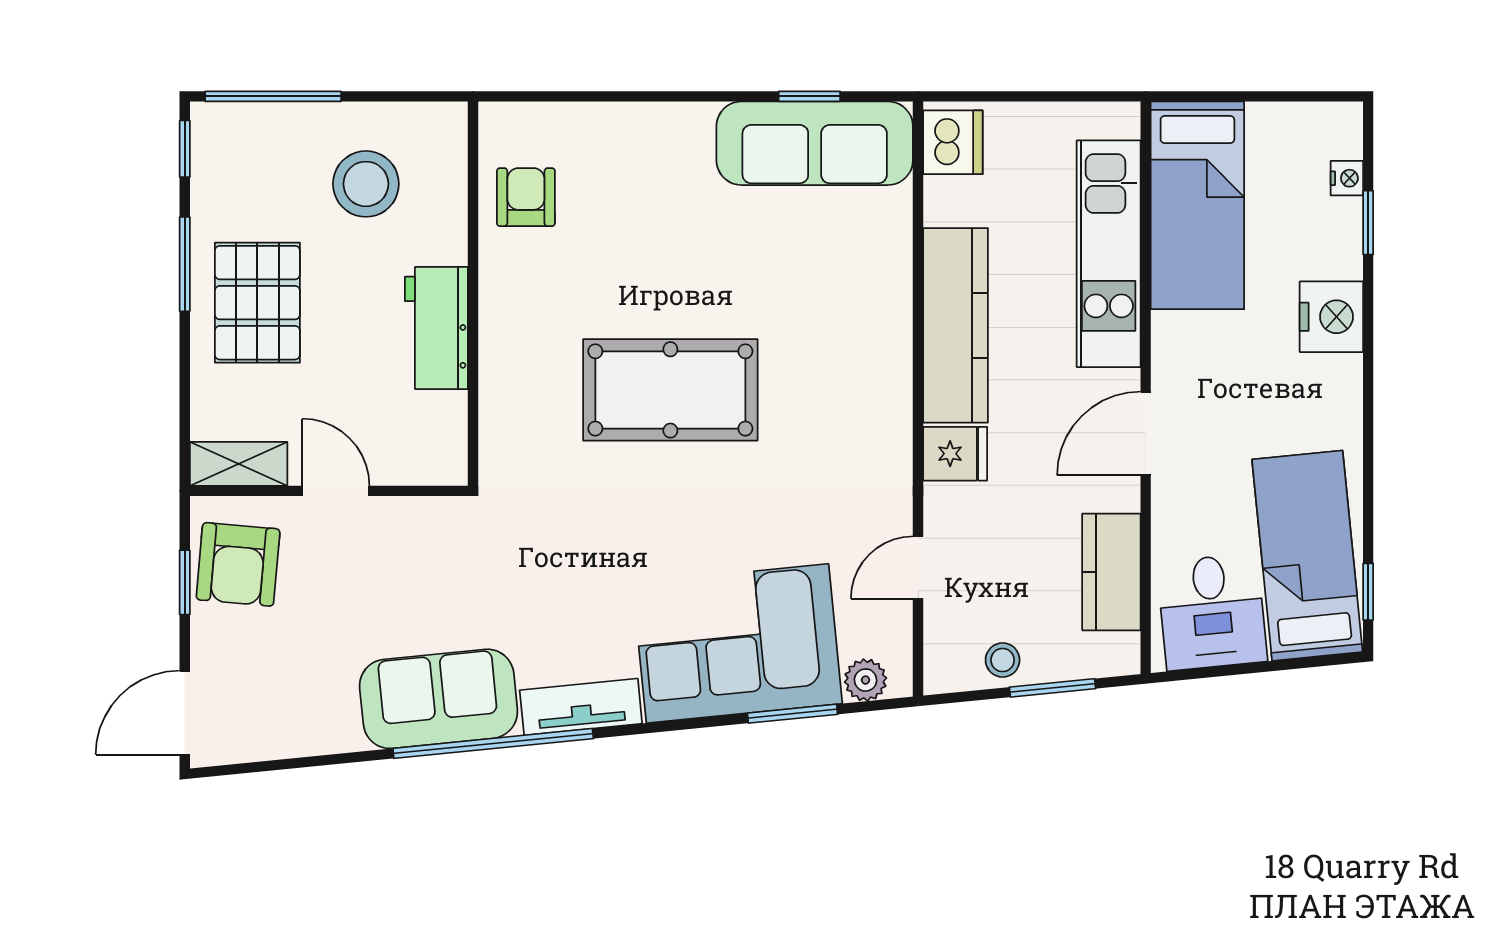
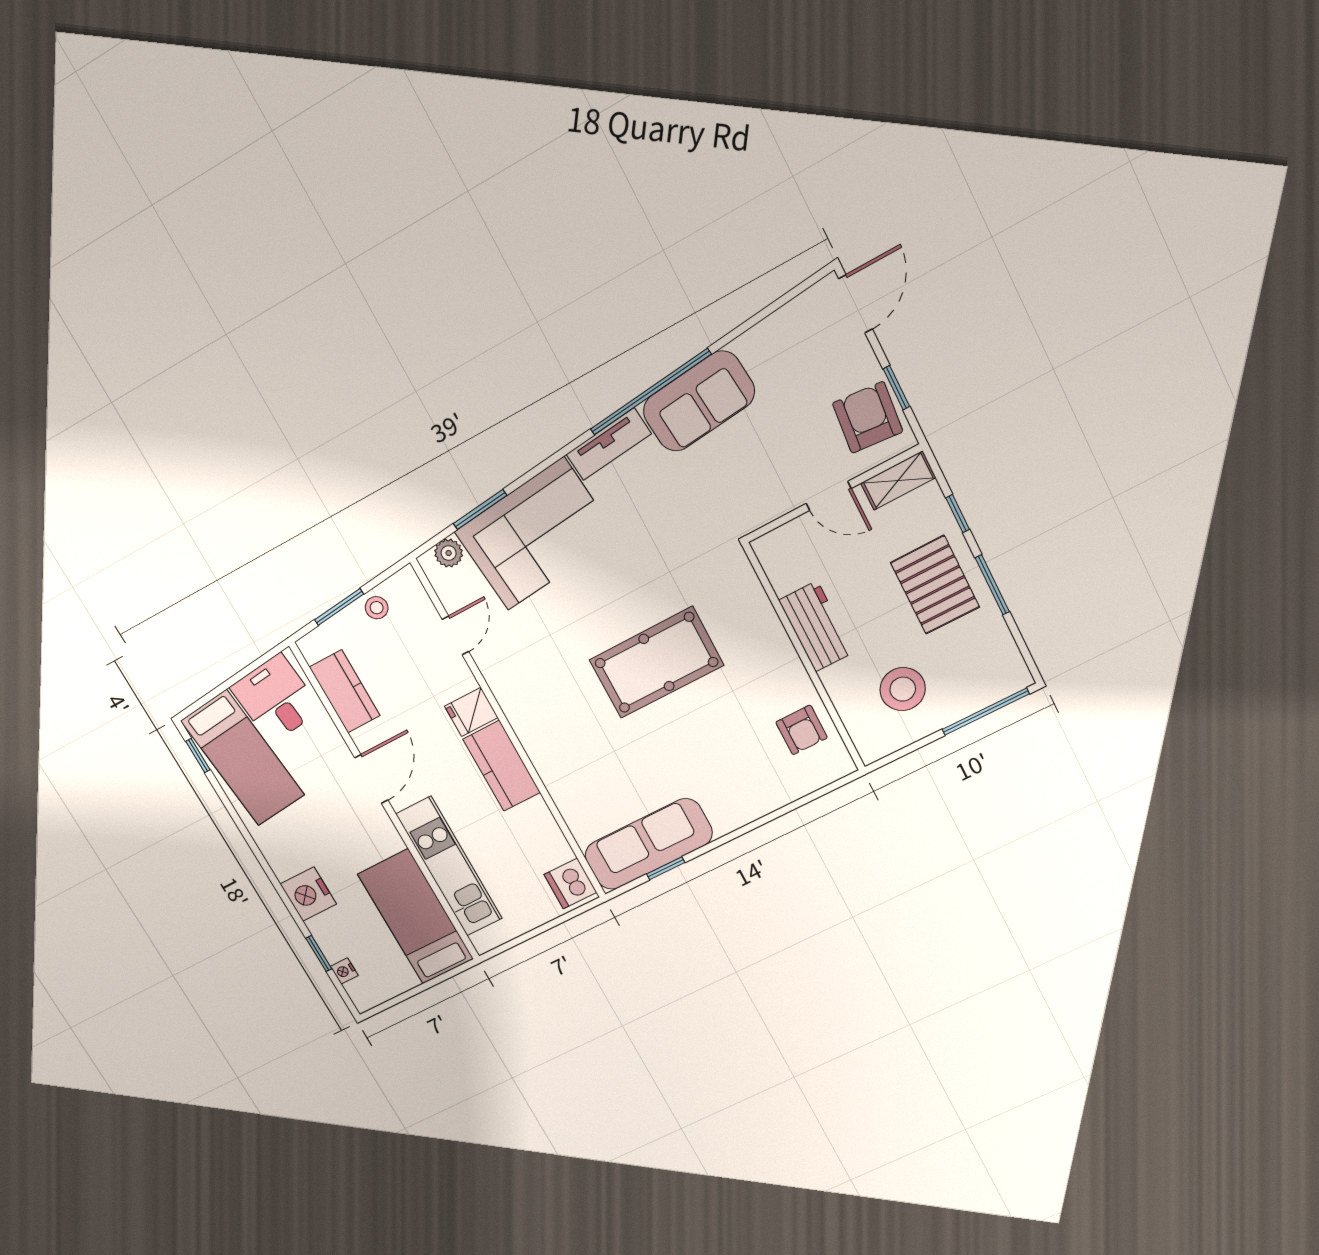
window: (185, 149) -> (958, 514), moved
kitchen counter: (956, 325) -> (502, 766), width x0.67

